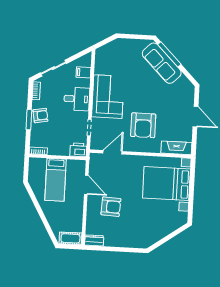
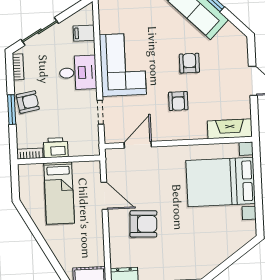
armchair: (153, 100) -> (189, 63), added
armchair: (143, 125) -> (178, 101), width x0.53, depth x0.53
printer: (78, 150) -> (56, 148), moved

